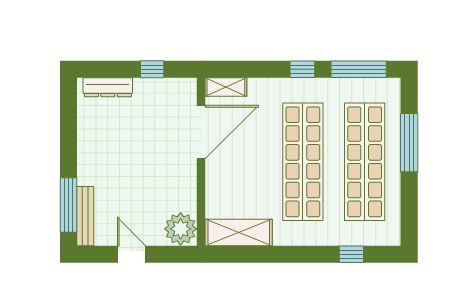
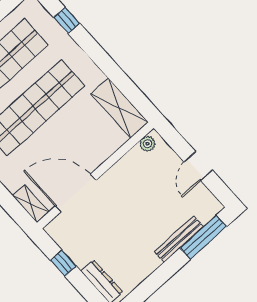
bench: (85, 216) -> (179, 239), moved
plant: (181, 229) -> (147, 144), width x0.53, depth x0.53

